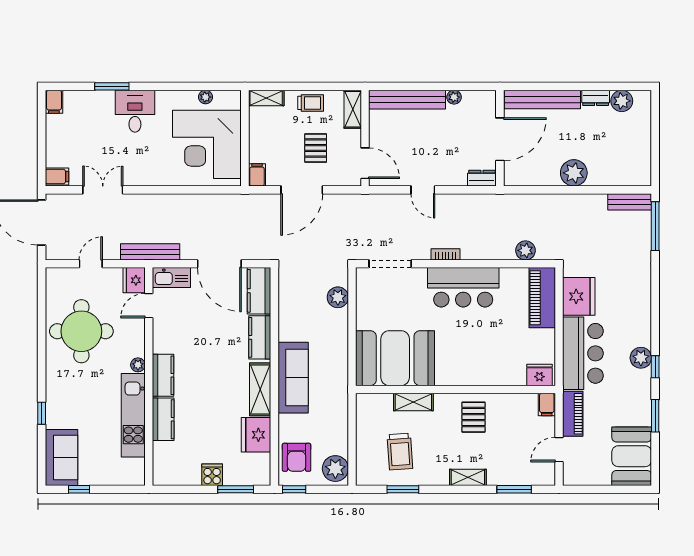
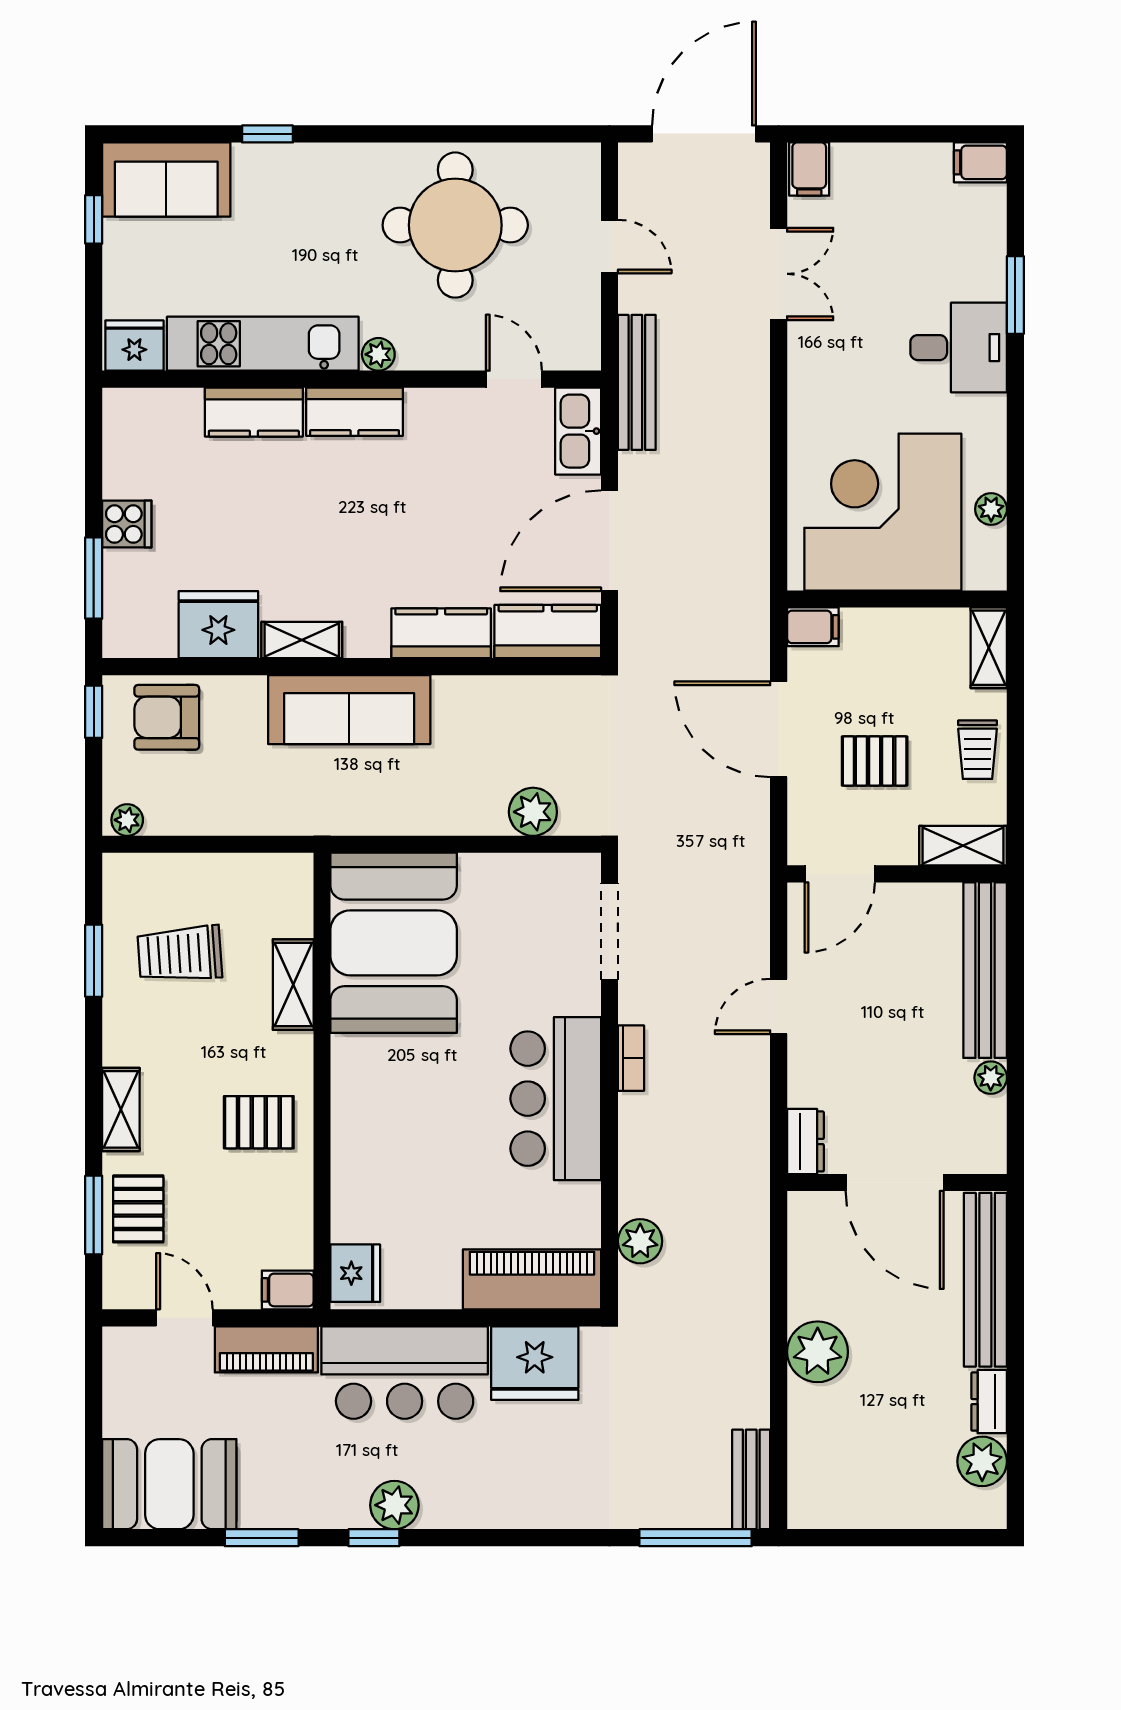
fridge: (134, 280) -> (134, 346), moved
shelving: (260, 389) -> (302, 640), width x0.67, depth x0.75
plant: (335, 469) -> (127, 820), width x0.53, depth x0.53
pallet: (511, 470) -> (138, 1209), added

